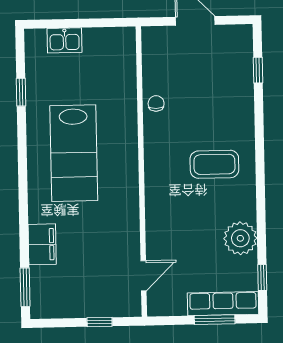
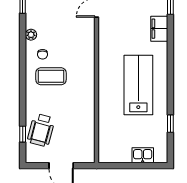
wheelchair: (229, 77) -> (41, 130), added
chair: (156, 103) -> (43, 54), moved
plant: (240, 238) -> (31, 35), width x0.53, depth x0.53

